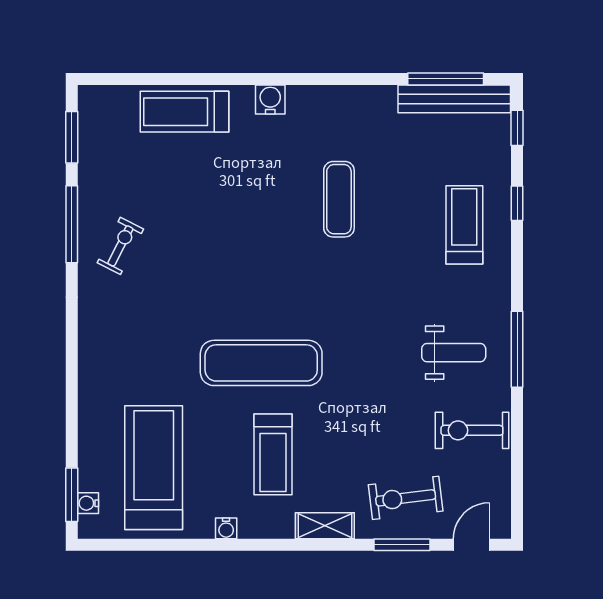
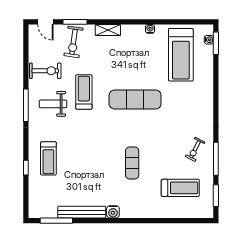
water cooler: (270, 99) -> (113, 212), moved
bench: (454, 99) -> (82, 212), moved
treadmill: (184, 112) -> (180, 188), moved
window: (517, 128) -> (26, 200), removed
exercise mat: (339, 199) -> (132, 163), moved
treadmill: (273, 454) -> (84, 92), moved
exercise bike: (406, 498) -> (73, 42), turned 105
door: (472, 545) -> (45, 22), hinge flipped

